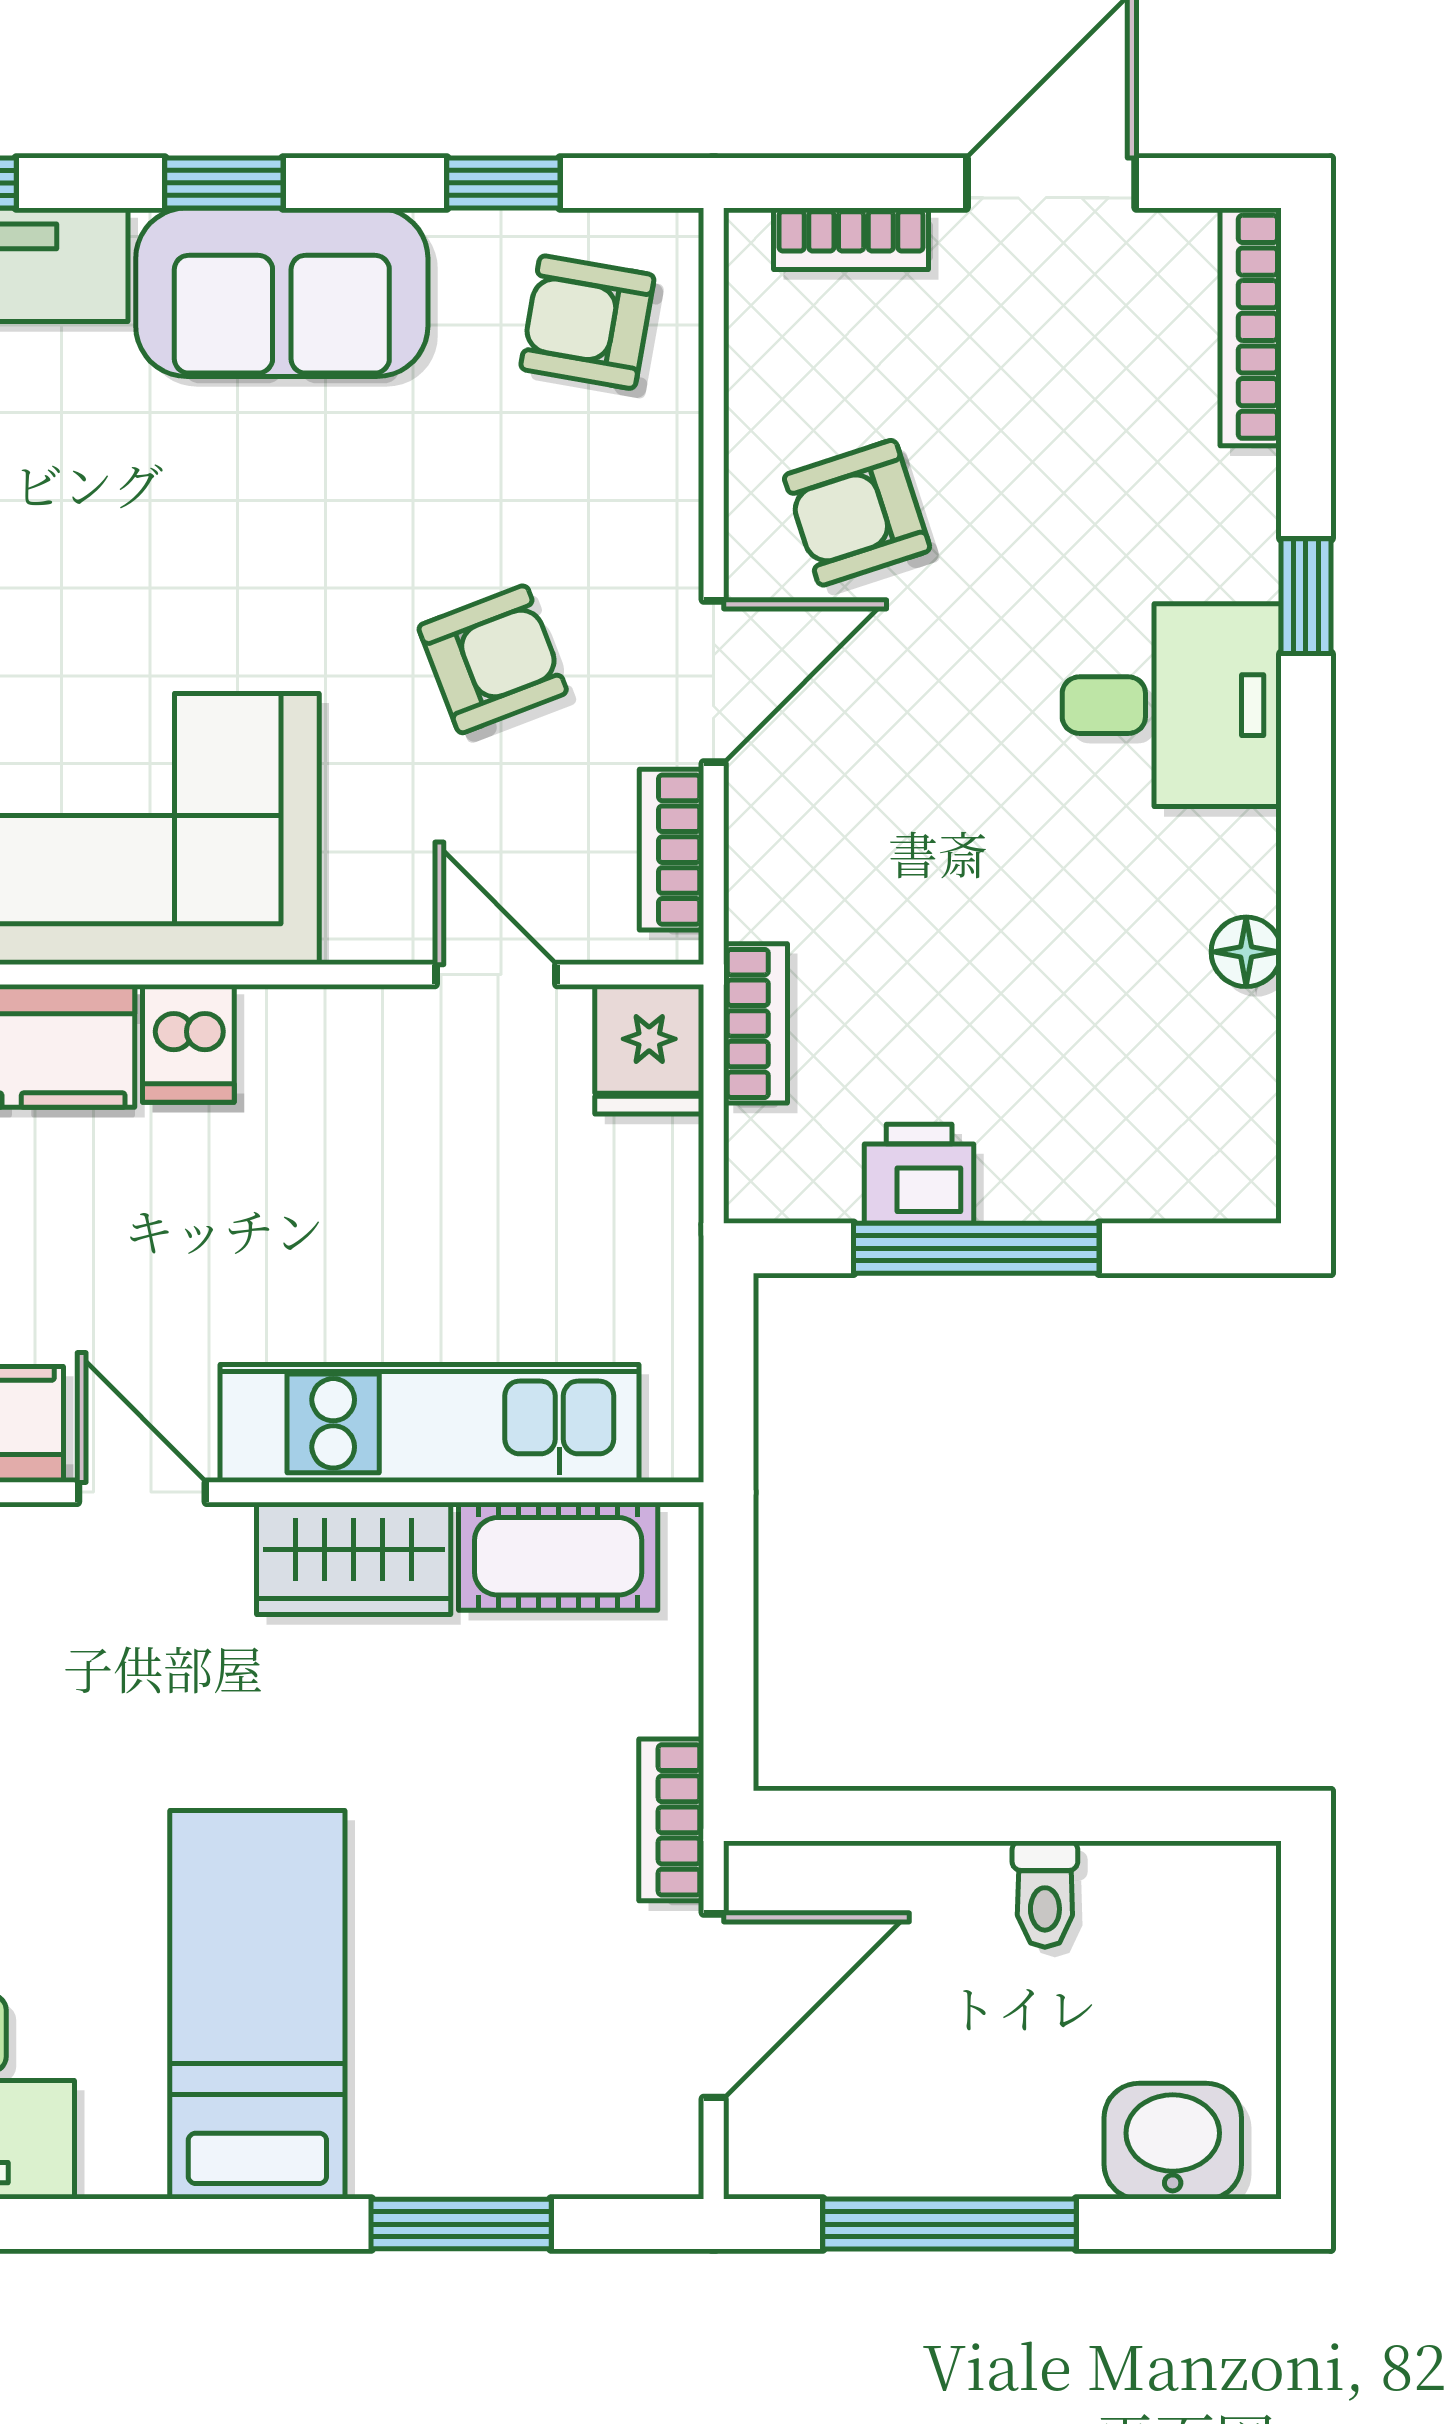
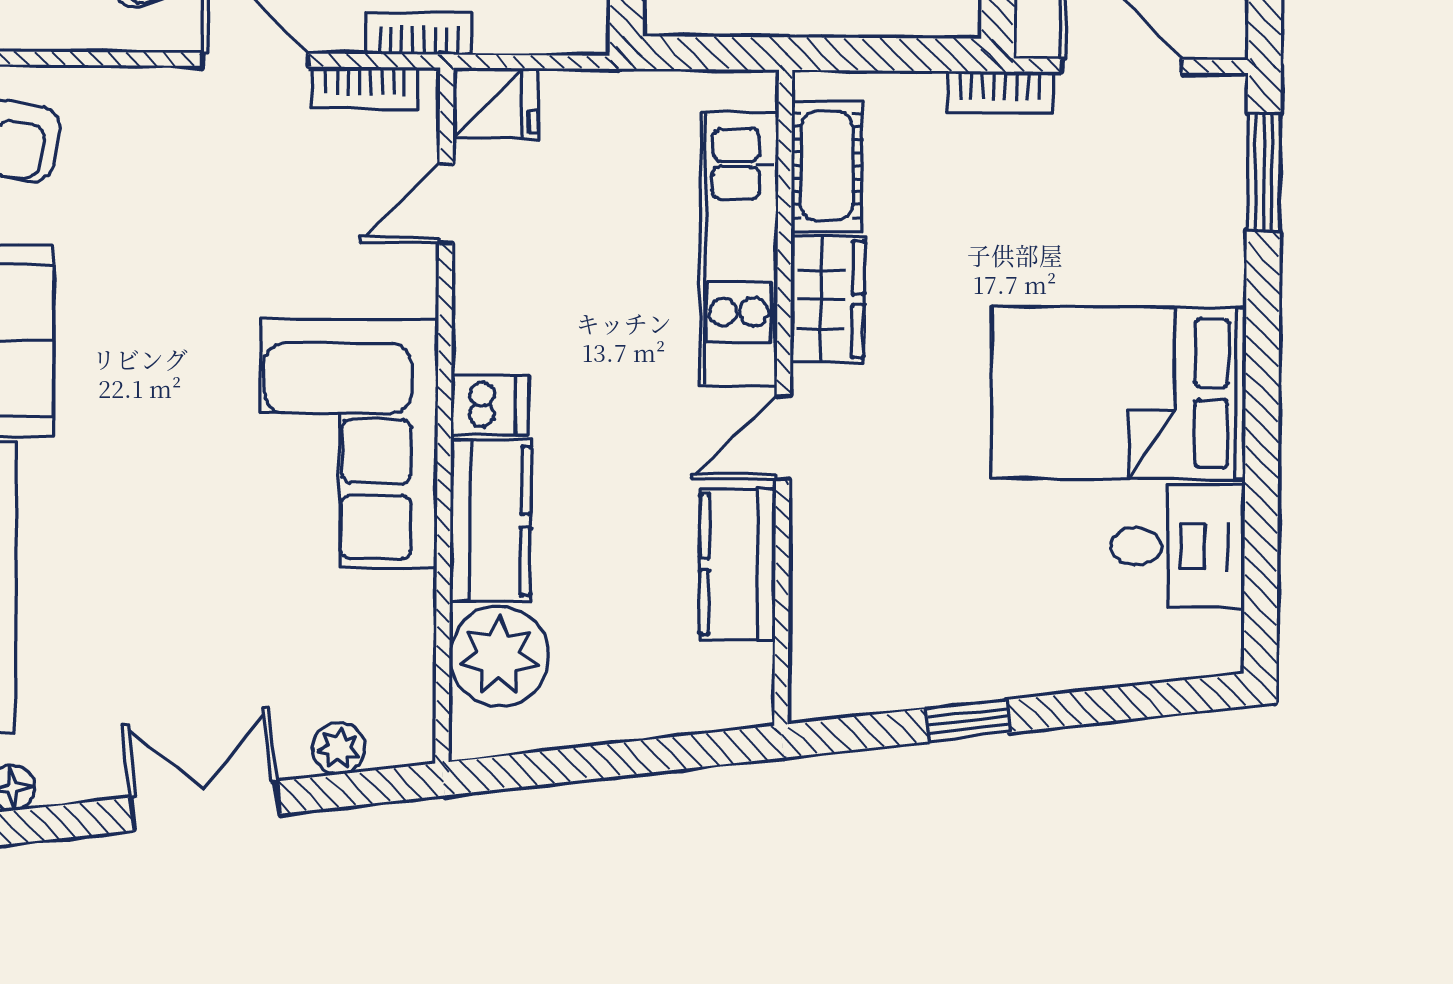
armchair: (493, 659) -> (240, 204), removed
bookcase: (755, 1023) -> (418, 33), moved
bed: (257, 2005) -> (1119, 393), width x1.50
window: (461, 2224) -> (1264, 172), moved

